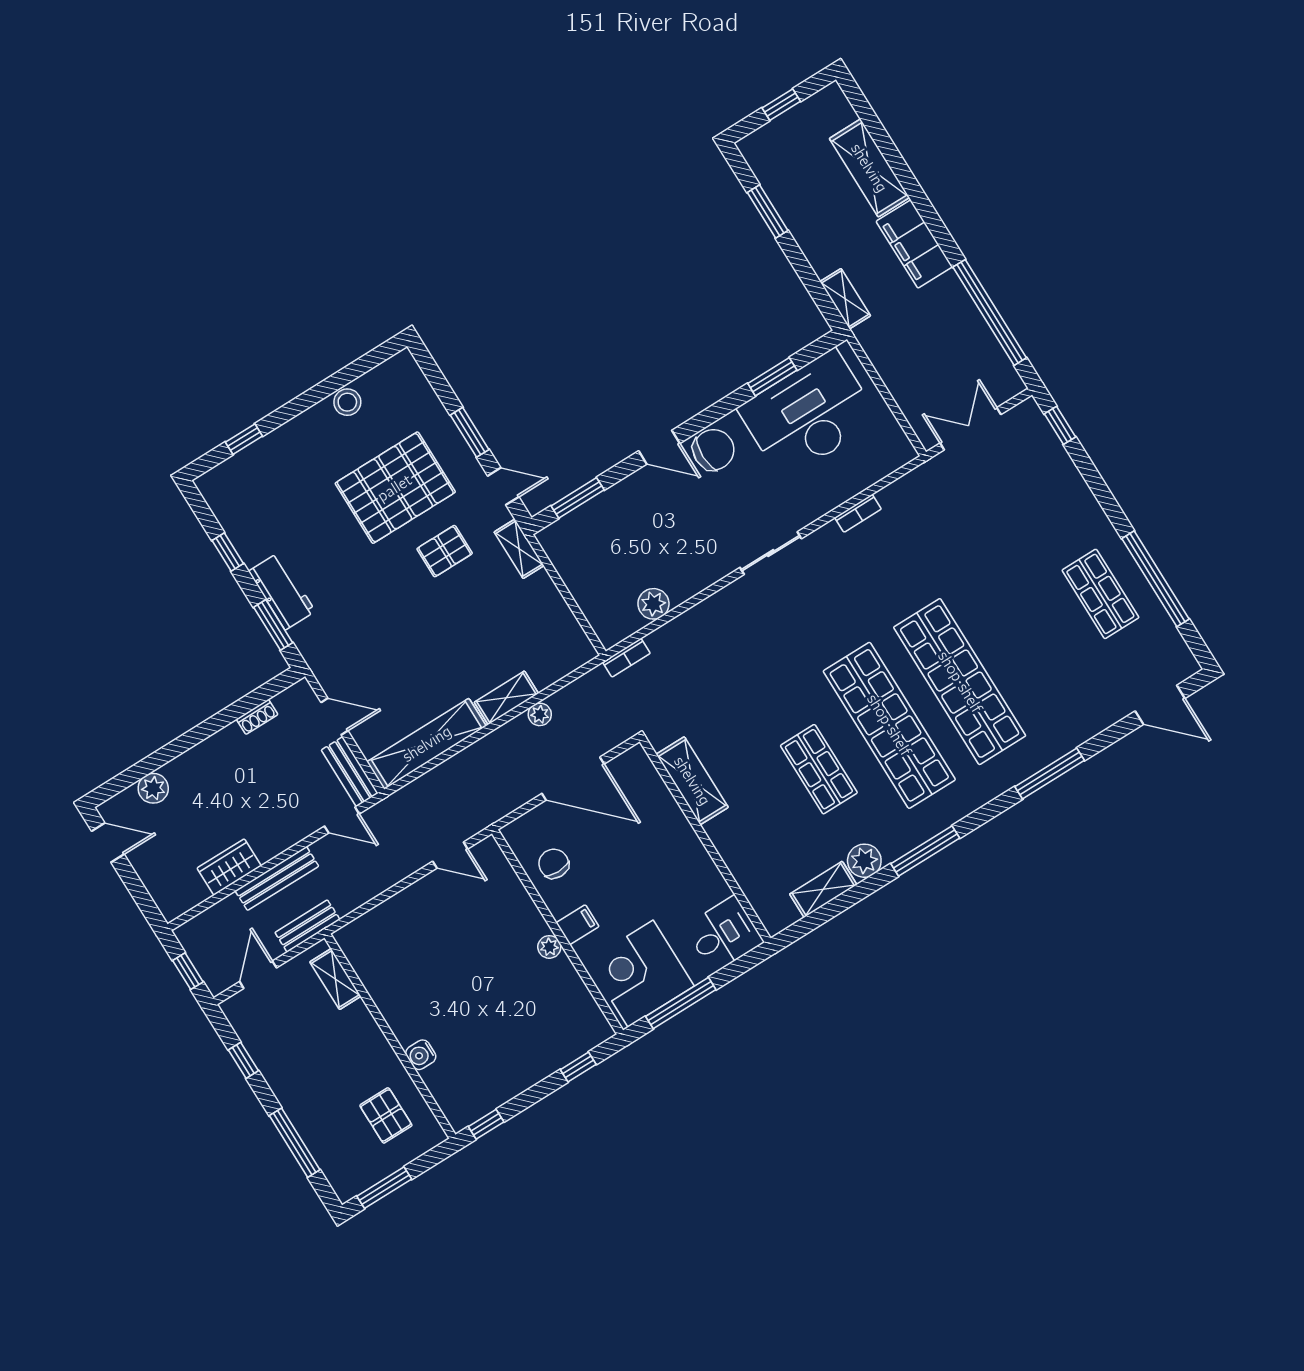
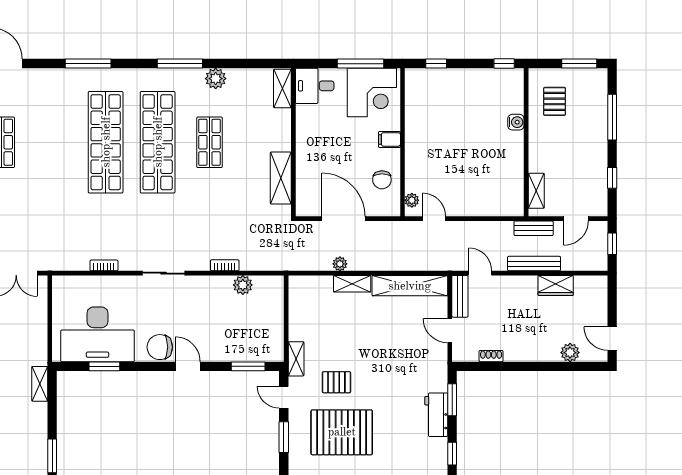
bookcase: (626, 658) -> (225, 265), moved
shelving: (823, 889) -> (282, 89), moved, turned 90
plant: (549, 947) -> (412, 200), moved

